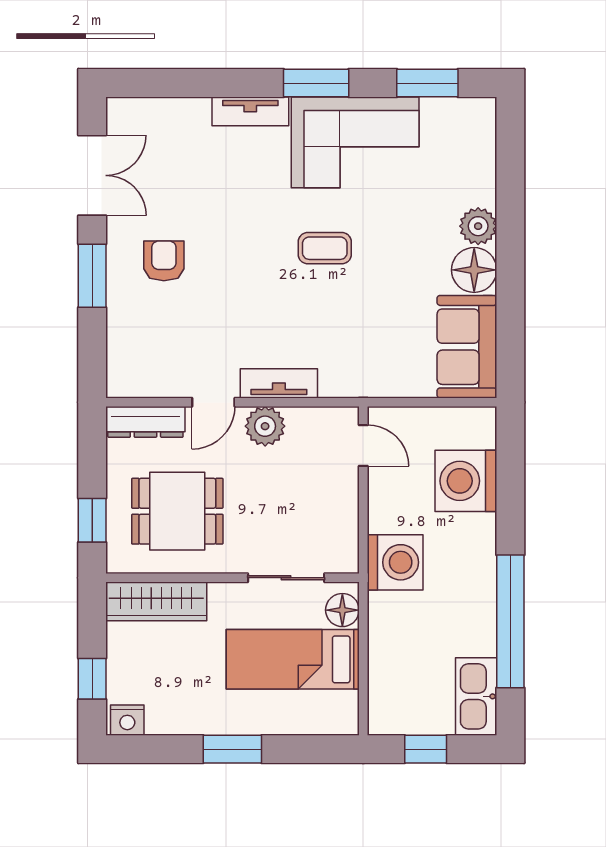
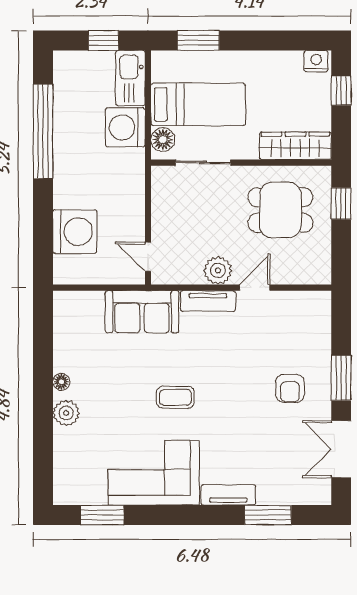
window: (316, 83) -> (268, 515), moved
floor lamp: (474, 270) -> (61, 382), width x0.53, depth x0.53
sofa: (467, 347) -> (142, 312), moved, turned 90
dresser: (145, 422) -> (303, 274), removed
washing machine: (395, 562) -> (125, 127), moved
kitchen sink: (476, 696) -> (130, 78), moved, turned 180
window: (232, 749) -> (198, 40), moved

